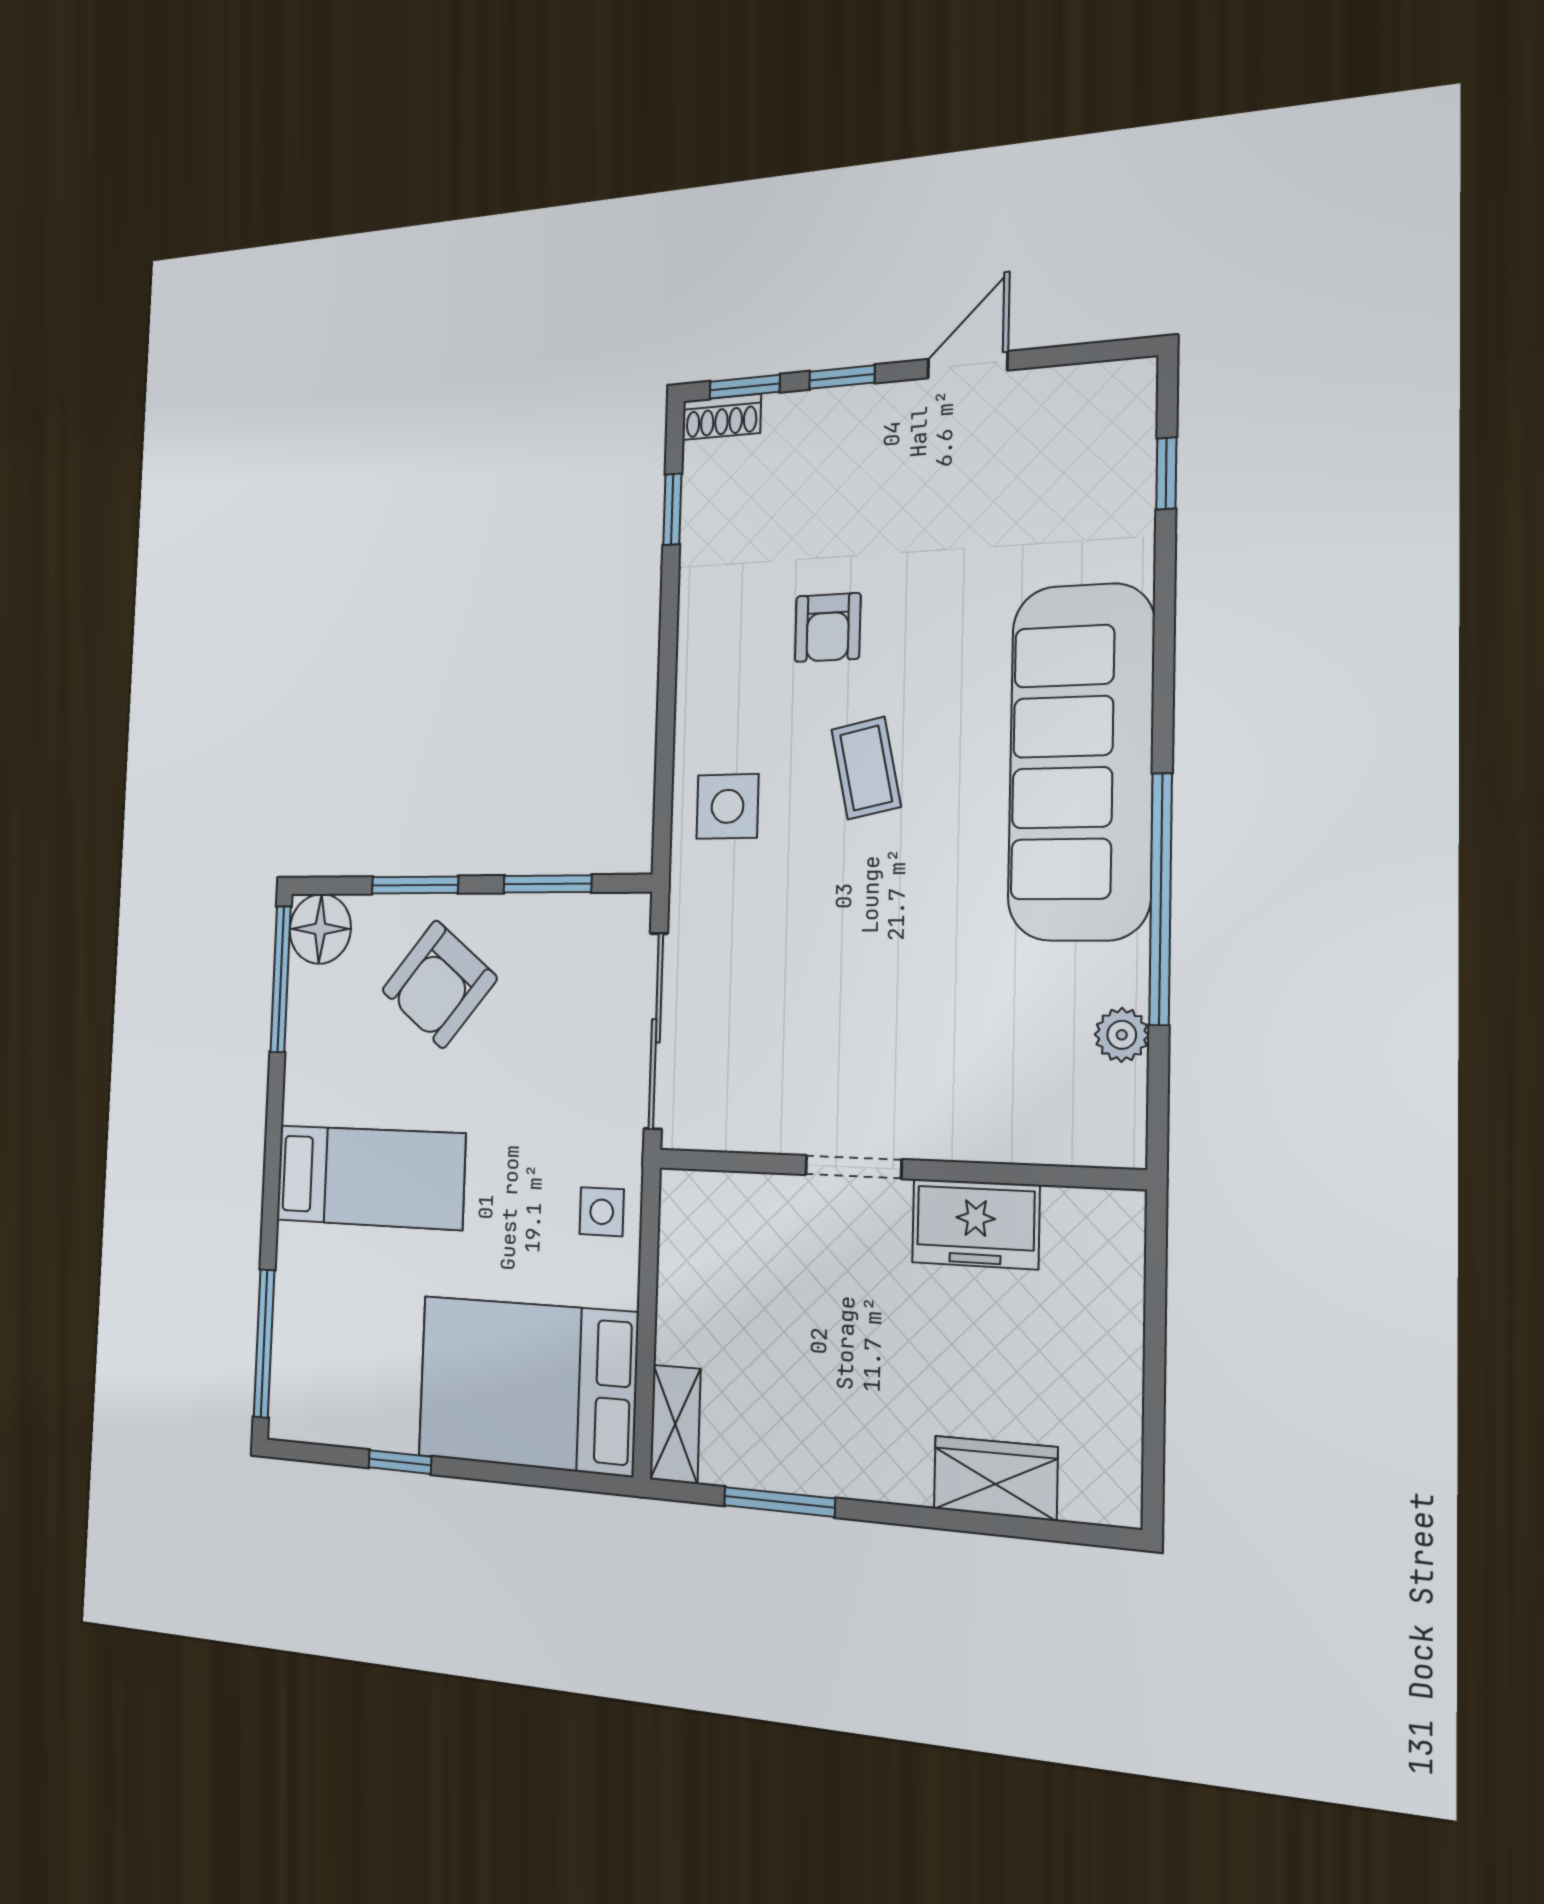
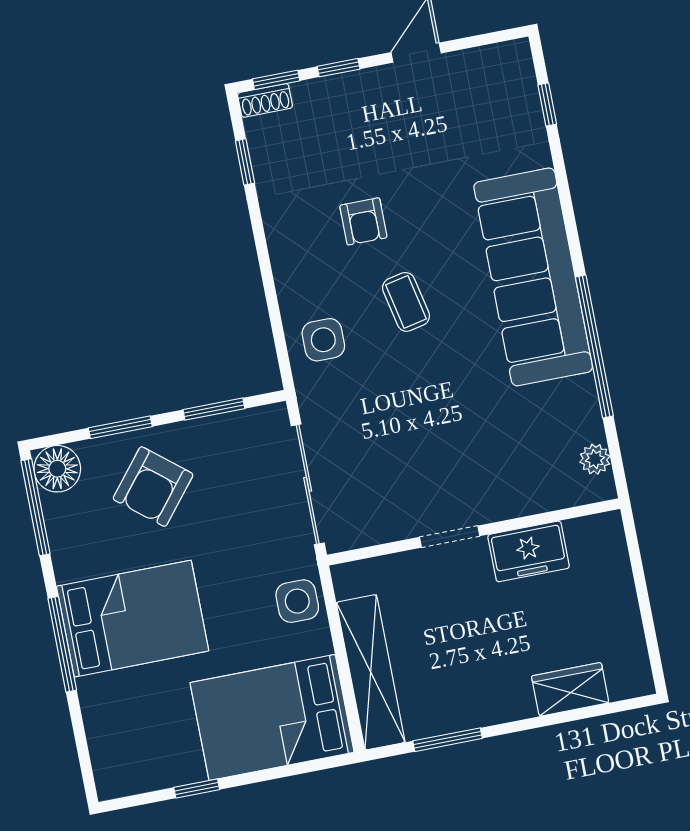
plant: (1122, 1035) -> (595, 459), moved
bed: (370, 1177) -> (133, 619), width x1.50
side table: (602, 1212) -> (297, 601), width x1.37, depth x1.37
window: (264, 1343) -> (62, 644), moved
shelving: (675, 1424) -> (371, 672), width x2.20, depth x1.33

